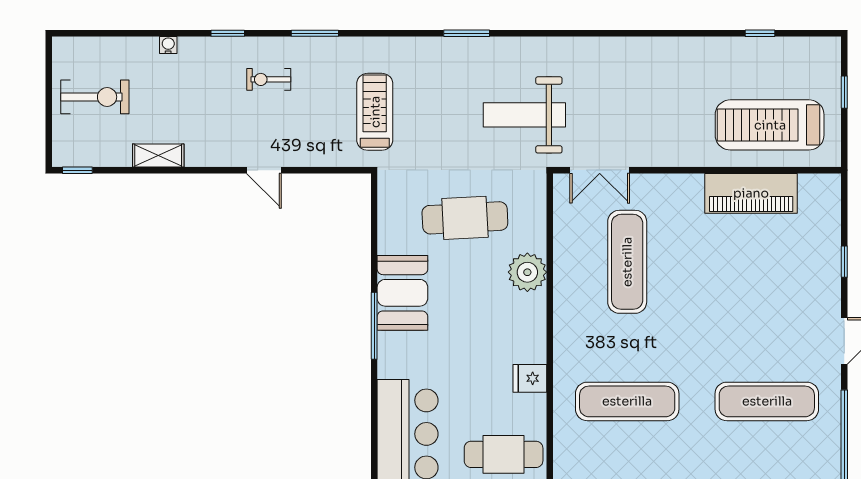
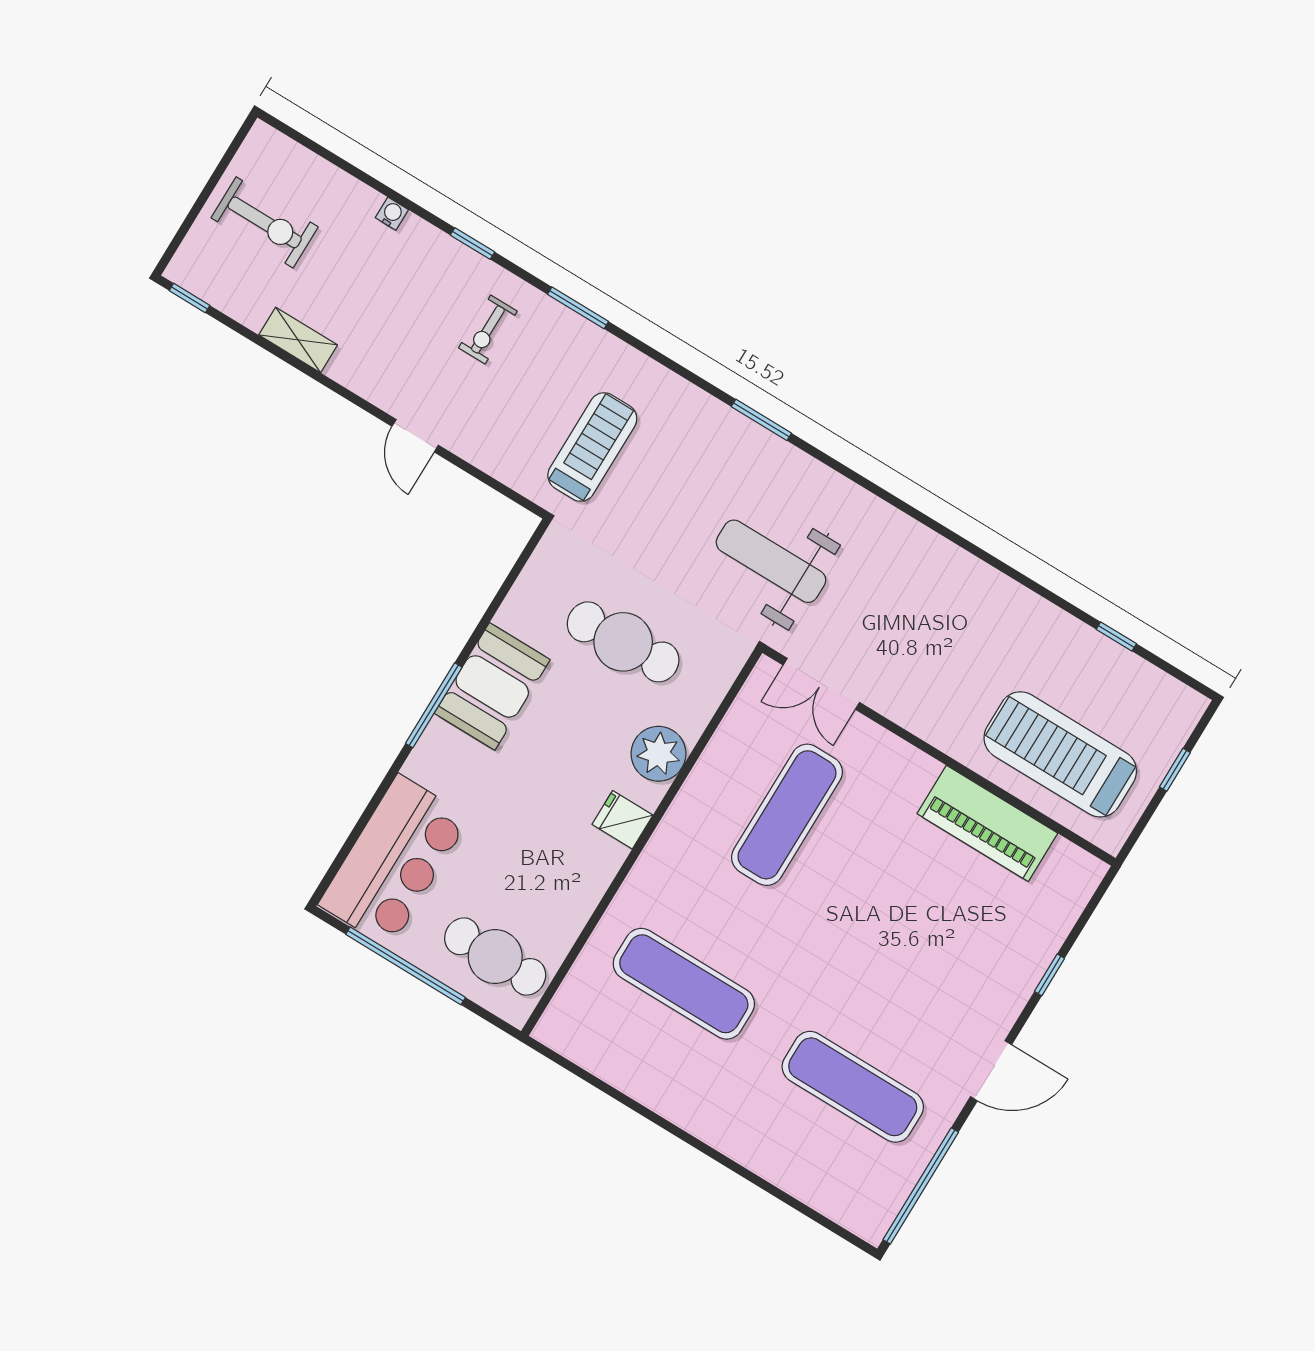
exercise bike: (269, 79) -> (488, 329), turned -90
fridge: (530, 378) -> (622, 820), moved

